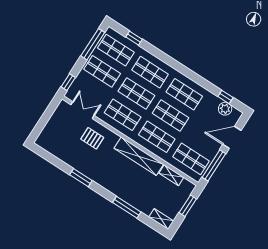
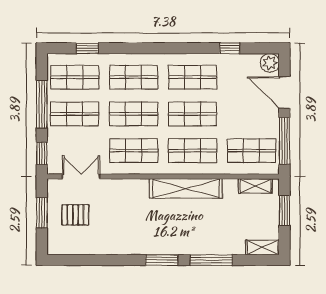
window: (93, 44) -> (42, 104), moved
window: (225, 97) -> (230, 48), moved
plant: (225, 109) -> (270, 63), moved
window: (46, 117) -> (42, 213), added
door: (232, 137) -> (284, 92), hinge flipped
pallet: (92, 138) -> (75, 215), moved
shelving: (171, 175) -> (255, 186), moved
window: (81, 178) -> (162, 260), moved

